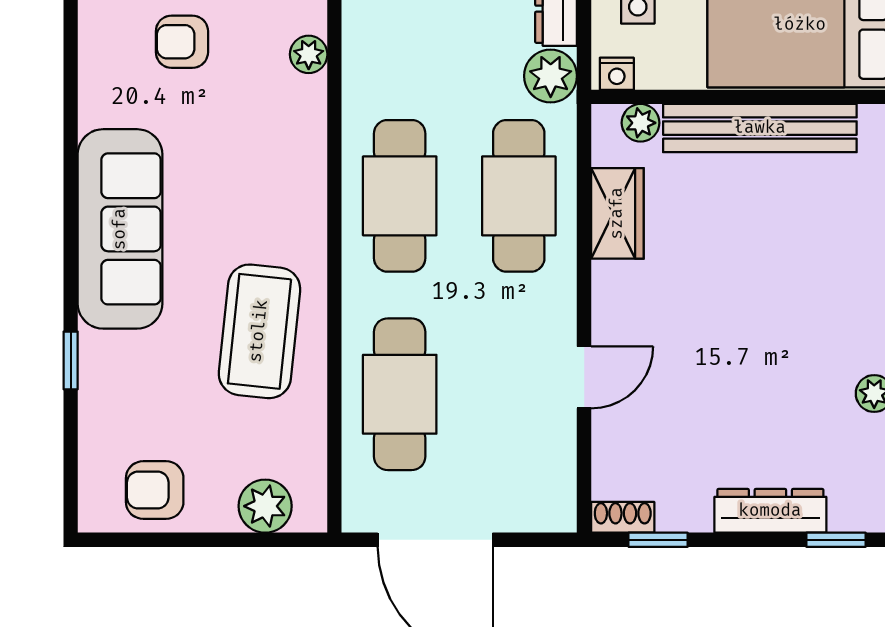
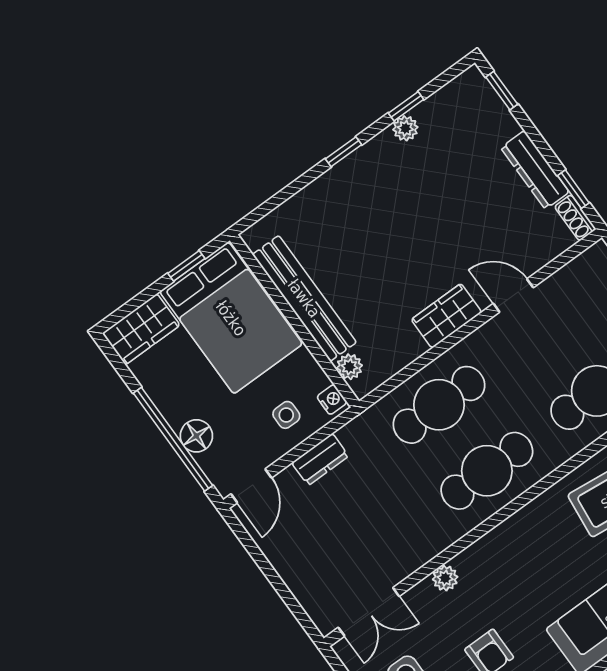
plant: (551, 76) -> (360, 435), removed
wardrobe: (617, 213) -> (446, 316), moved
dresser: (770, 511) -> (535, 170), moved

